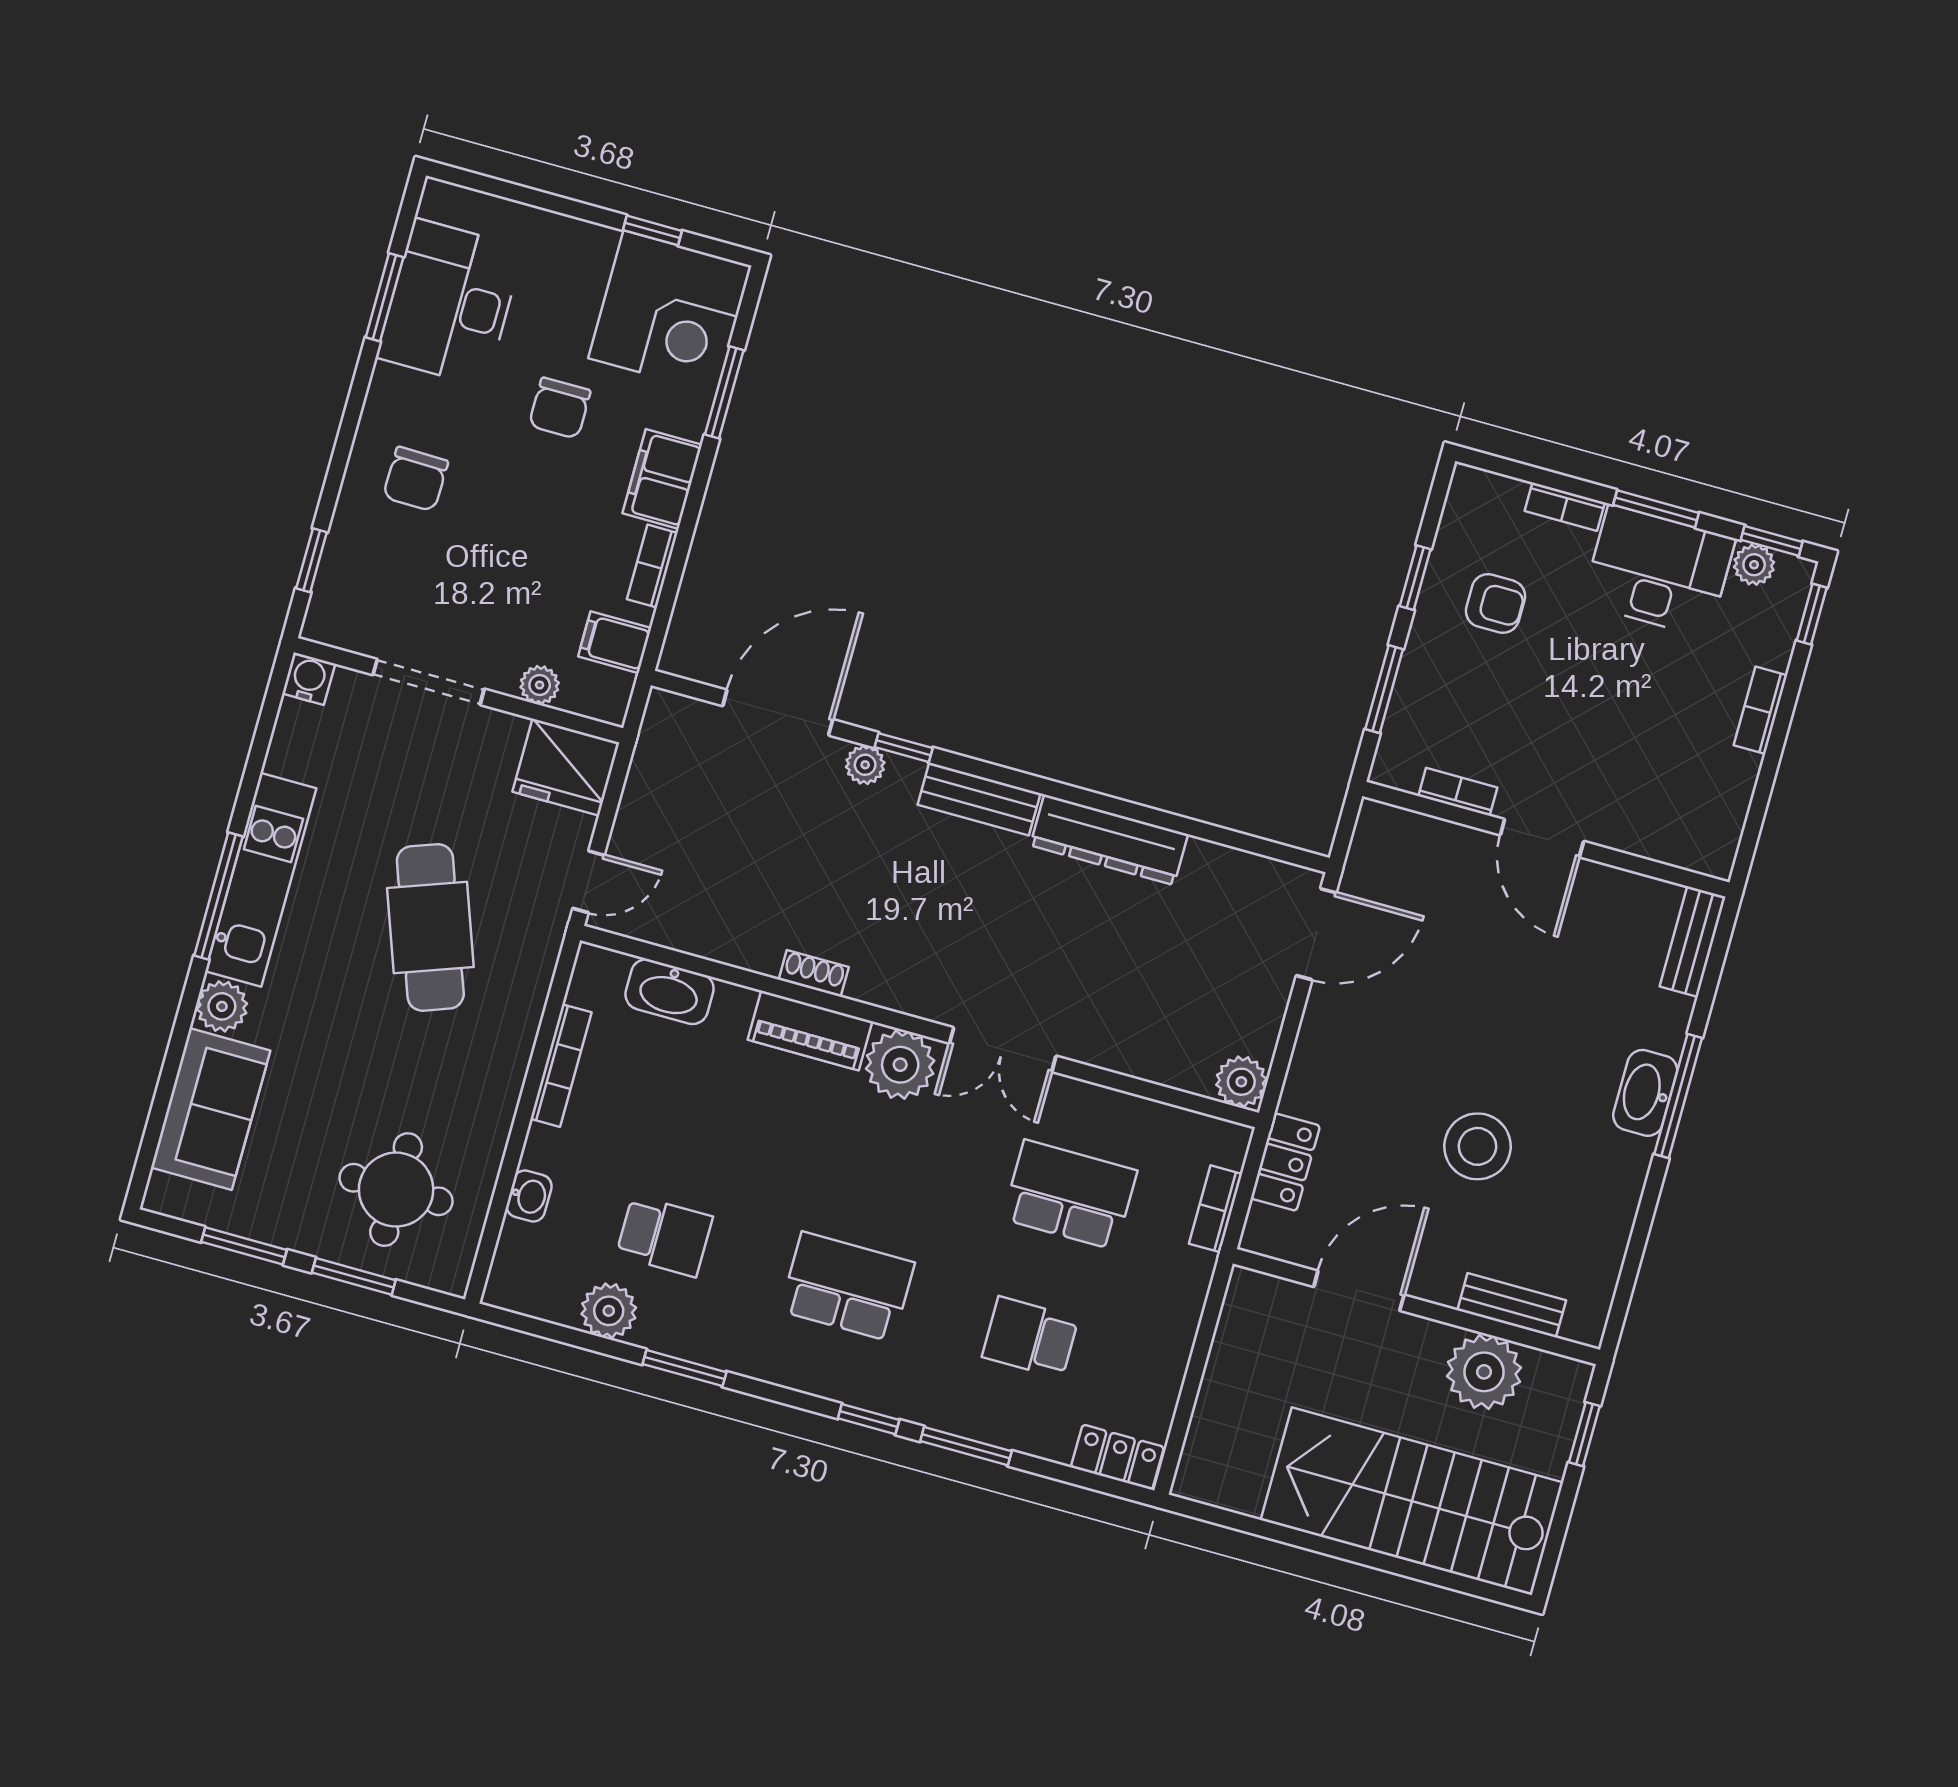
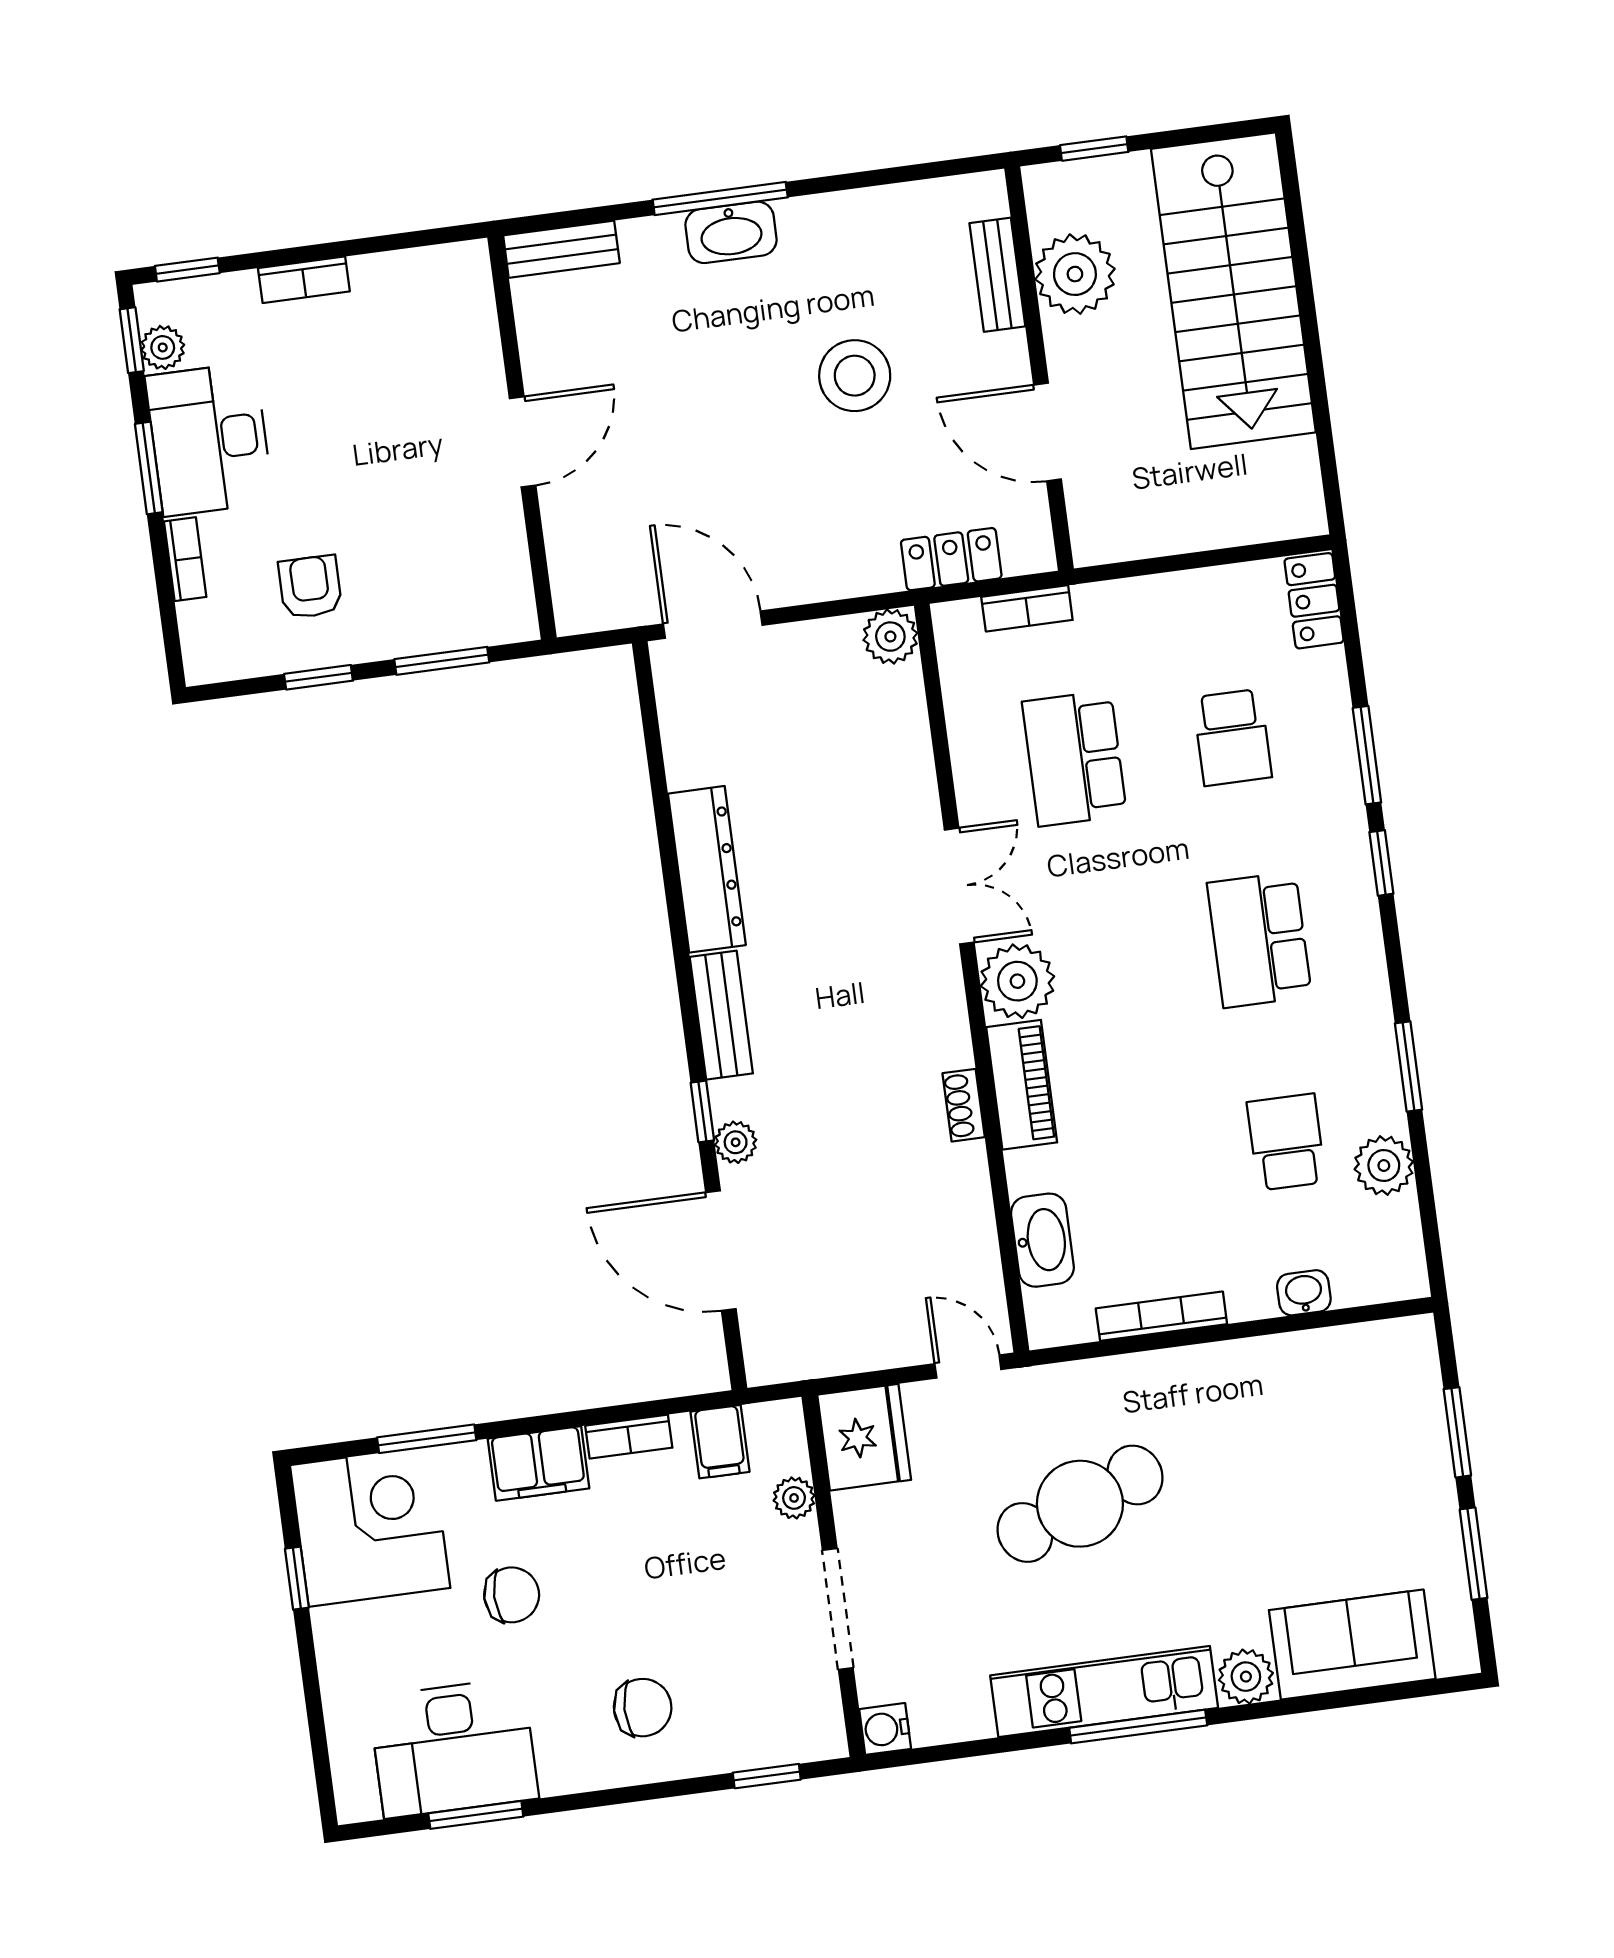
bookcase: (1458, 792) -> (512, 545), removed
round table: (396, 1190) -> (1354, 1427), removed

